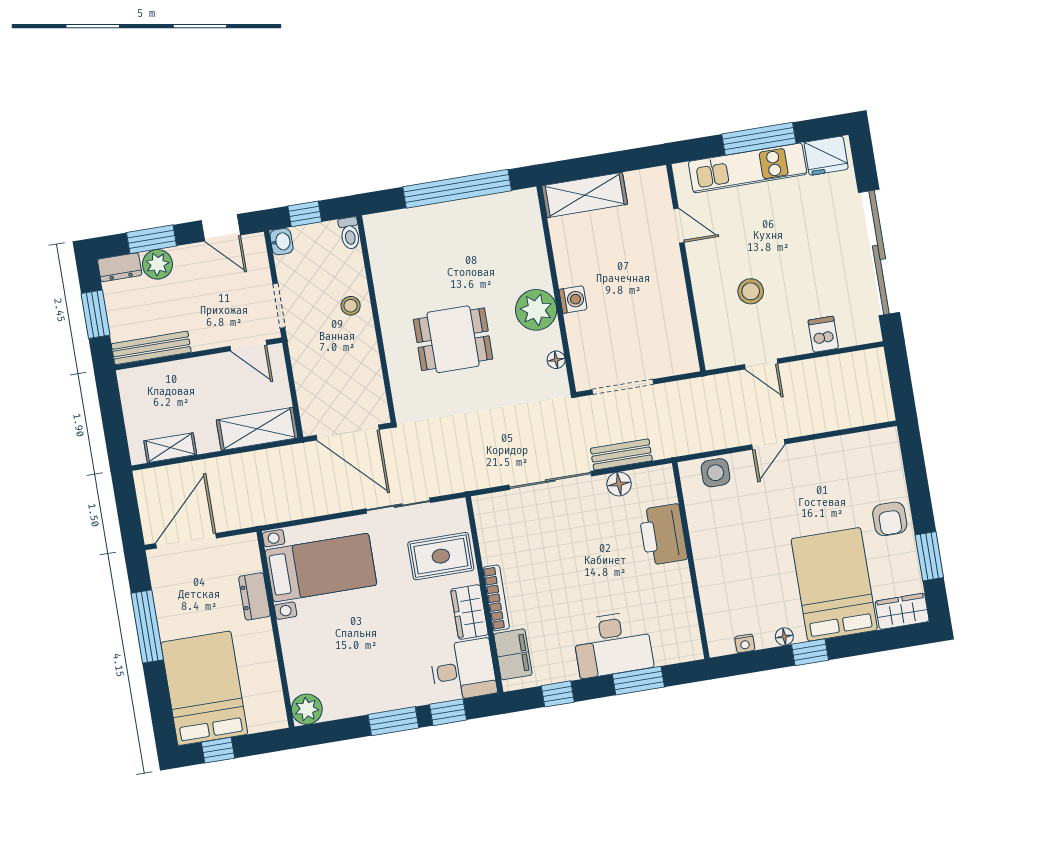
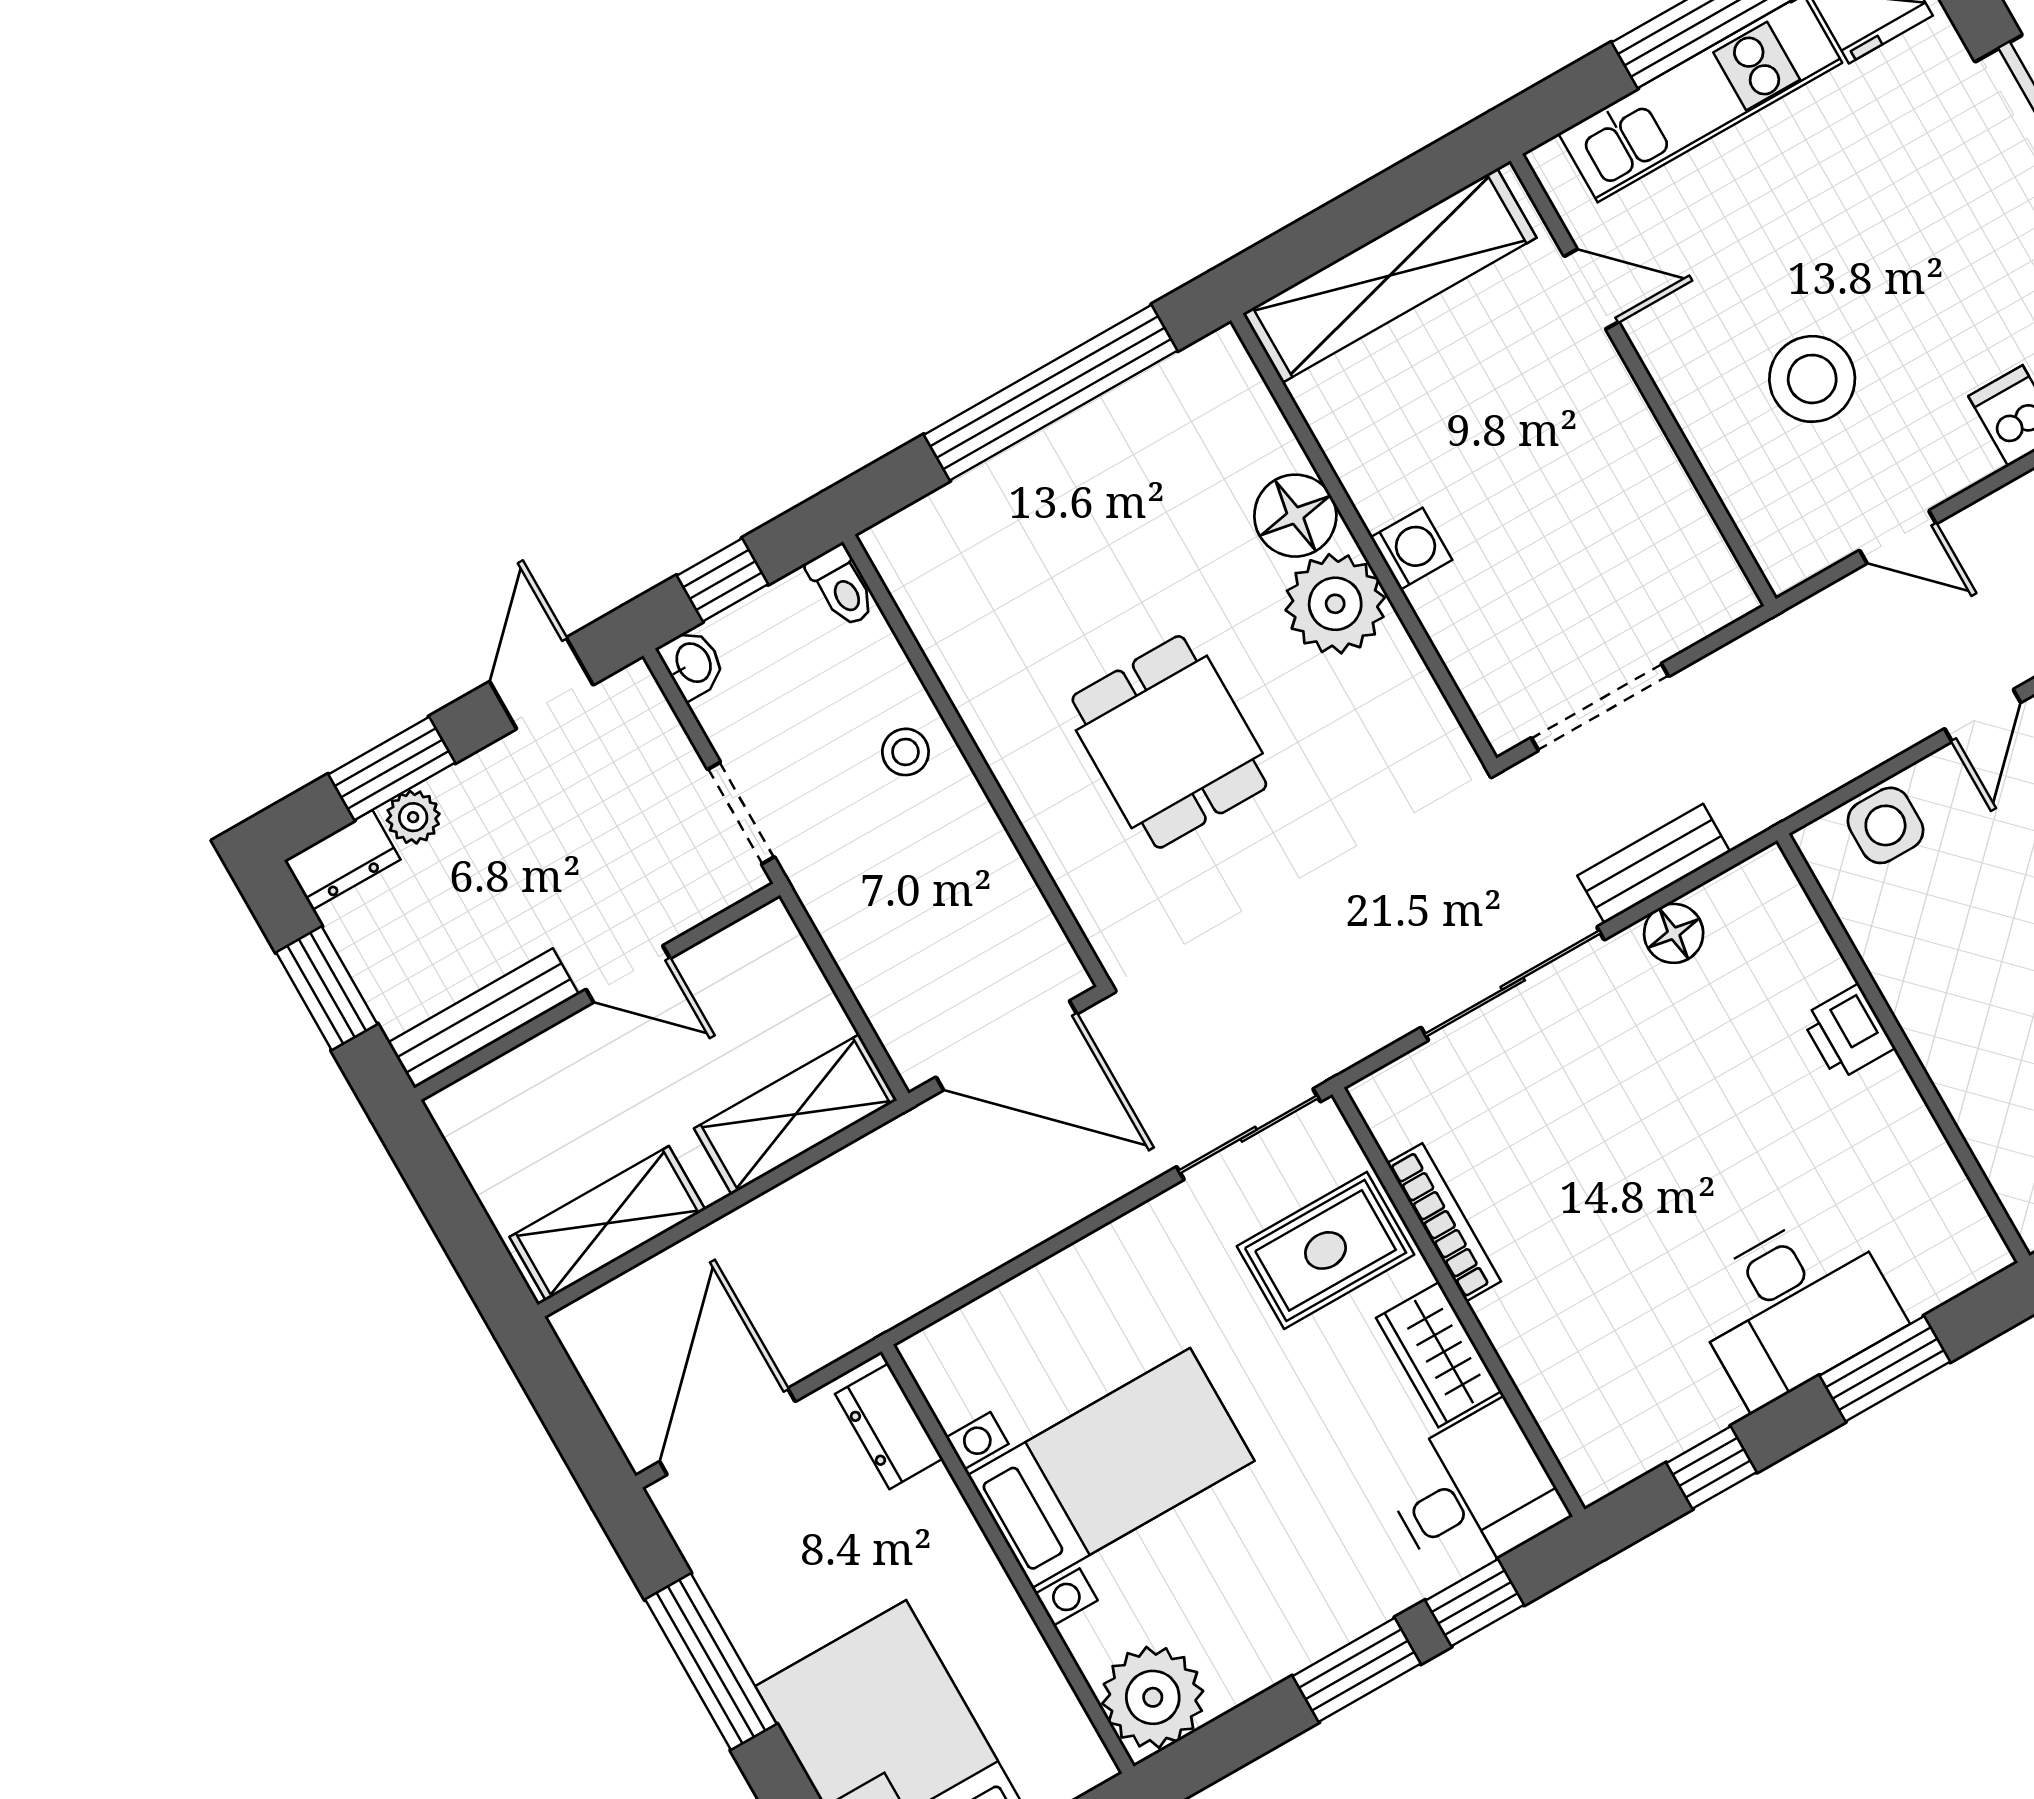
shelving: (585, 195) -> (1390, 276), width x1.47
door: (221, 228) -> (541, 683), swing flipped
plant: (157, 264) -> (413, 817), width x0.73, depth x0.73
stool: (751, 291) -> (1812, 379), width x1.38, depth x1.38
dining table: (453, 339) -> (1169, 742), turned 90
door: (248, 346) -> (628, 974), moved
floor lamp: (556, 360) -> (1295, 516), moved, width x1.89, depth x1.89
shelving: (170, 448) -> (607, 1223), width x1.50, depth x1.33
sliding door: (398, 506) -> (1249, 1134), moved
printer: (663, 535) -> (1848, 1032), width x0.53, depth x0.68
bed with nightstands: (321, 568) -> (1111, 1468), moved
dresser: (254, 596) -> (889, 1426), moved
bookcase: (496, 598) -> (1444, 1222), moved
filing cabinet: (513, 654) -> (1575, 1415), removed
plant: (307, 709) -> (1153, 1697), width x1.36, depth x1.36

